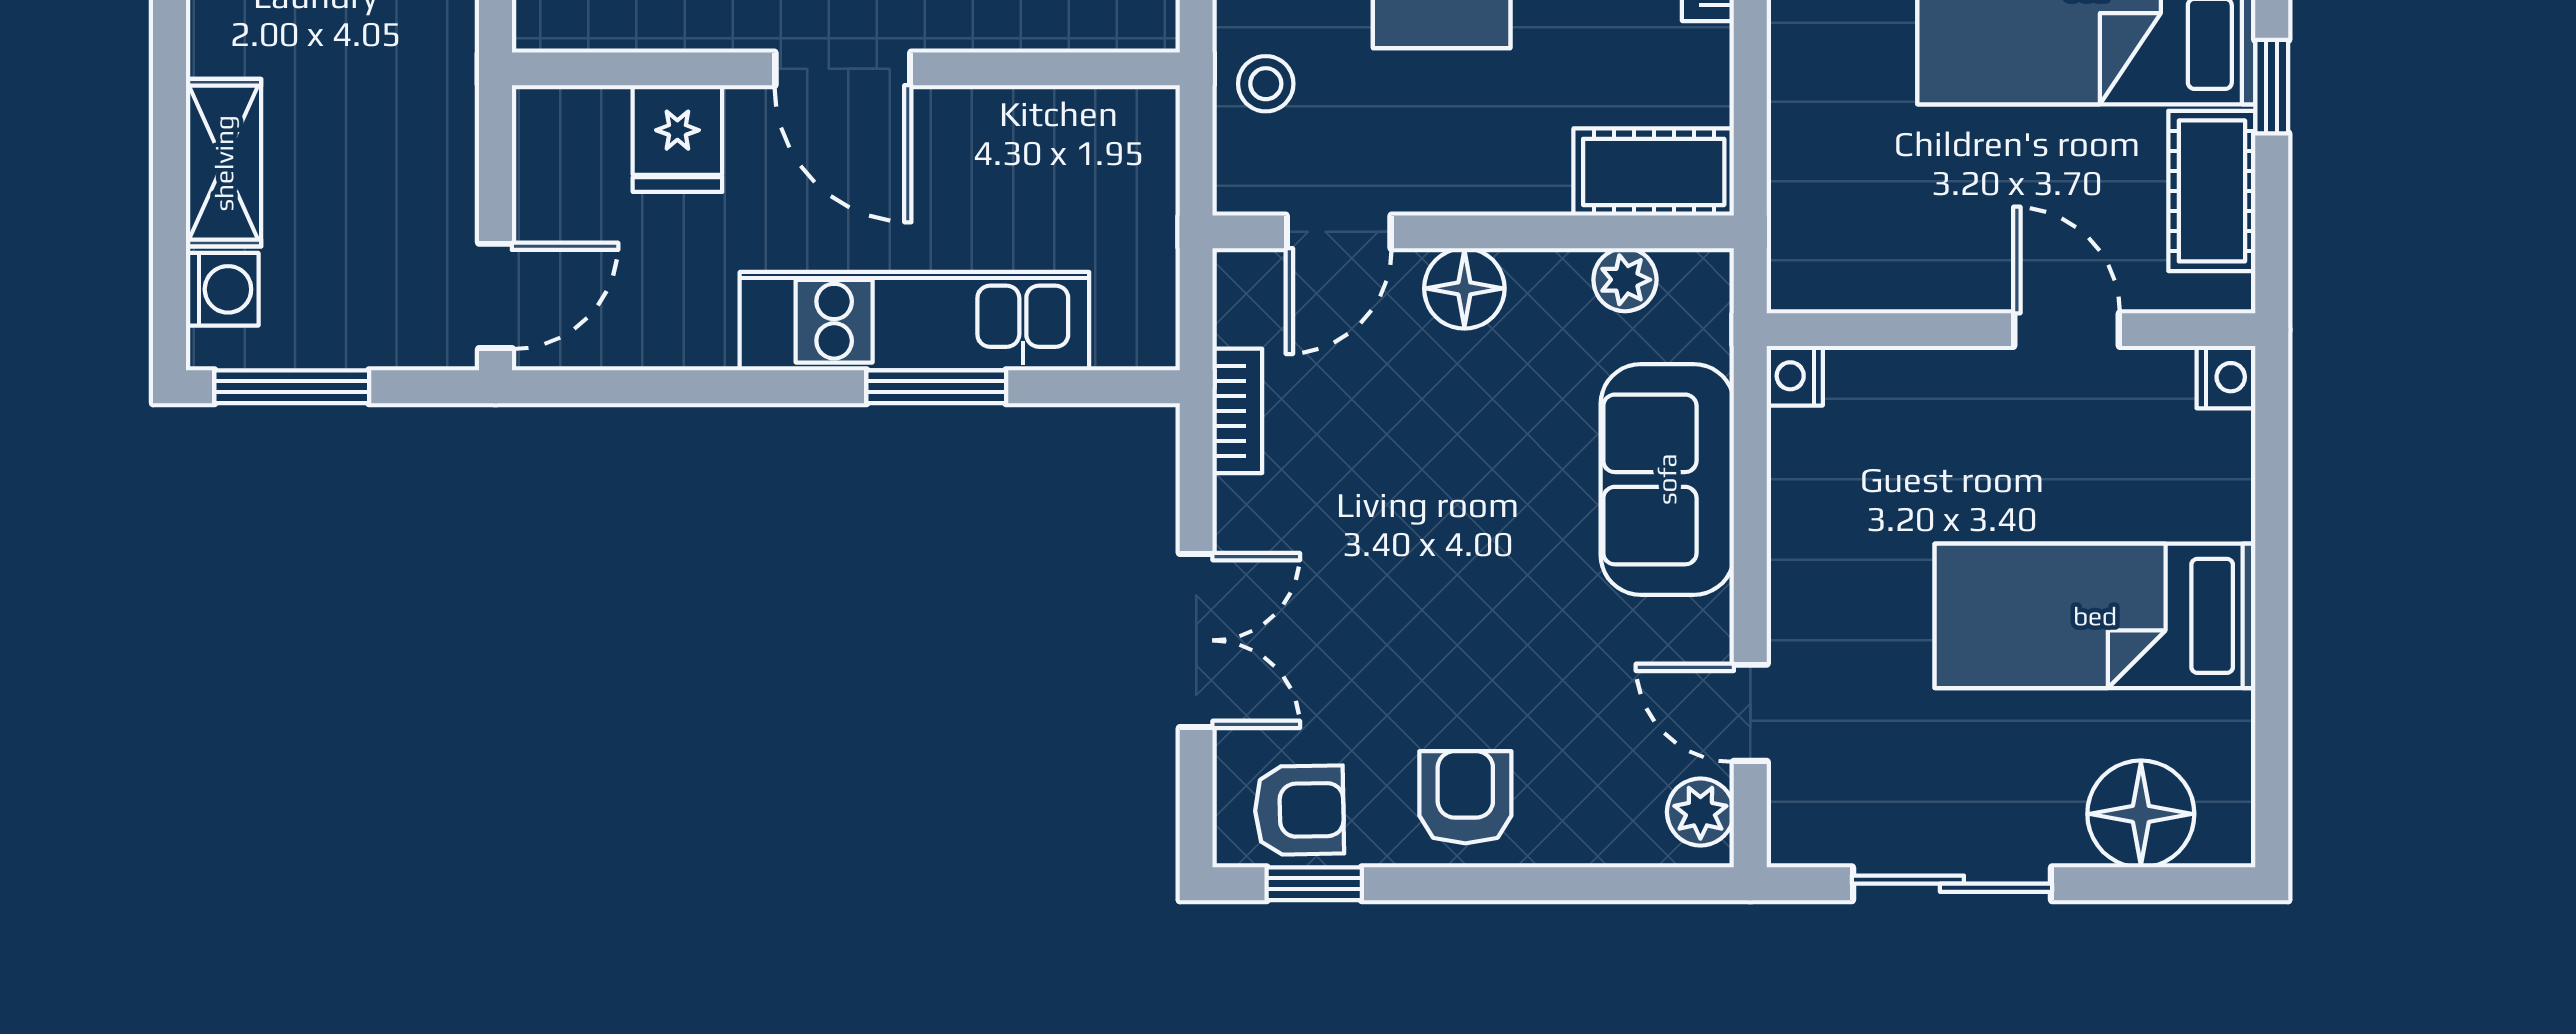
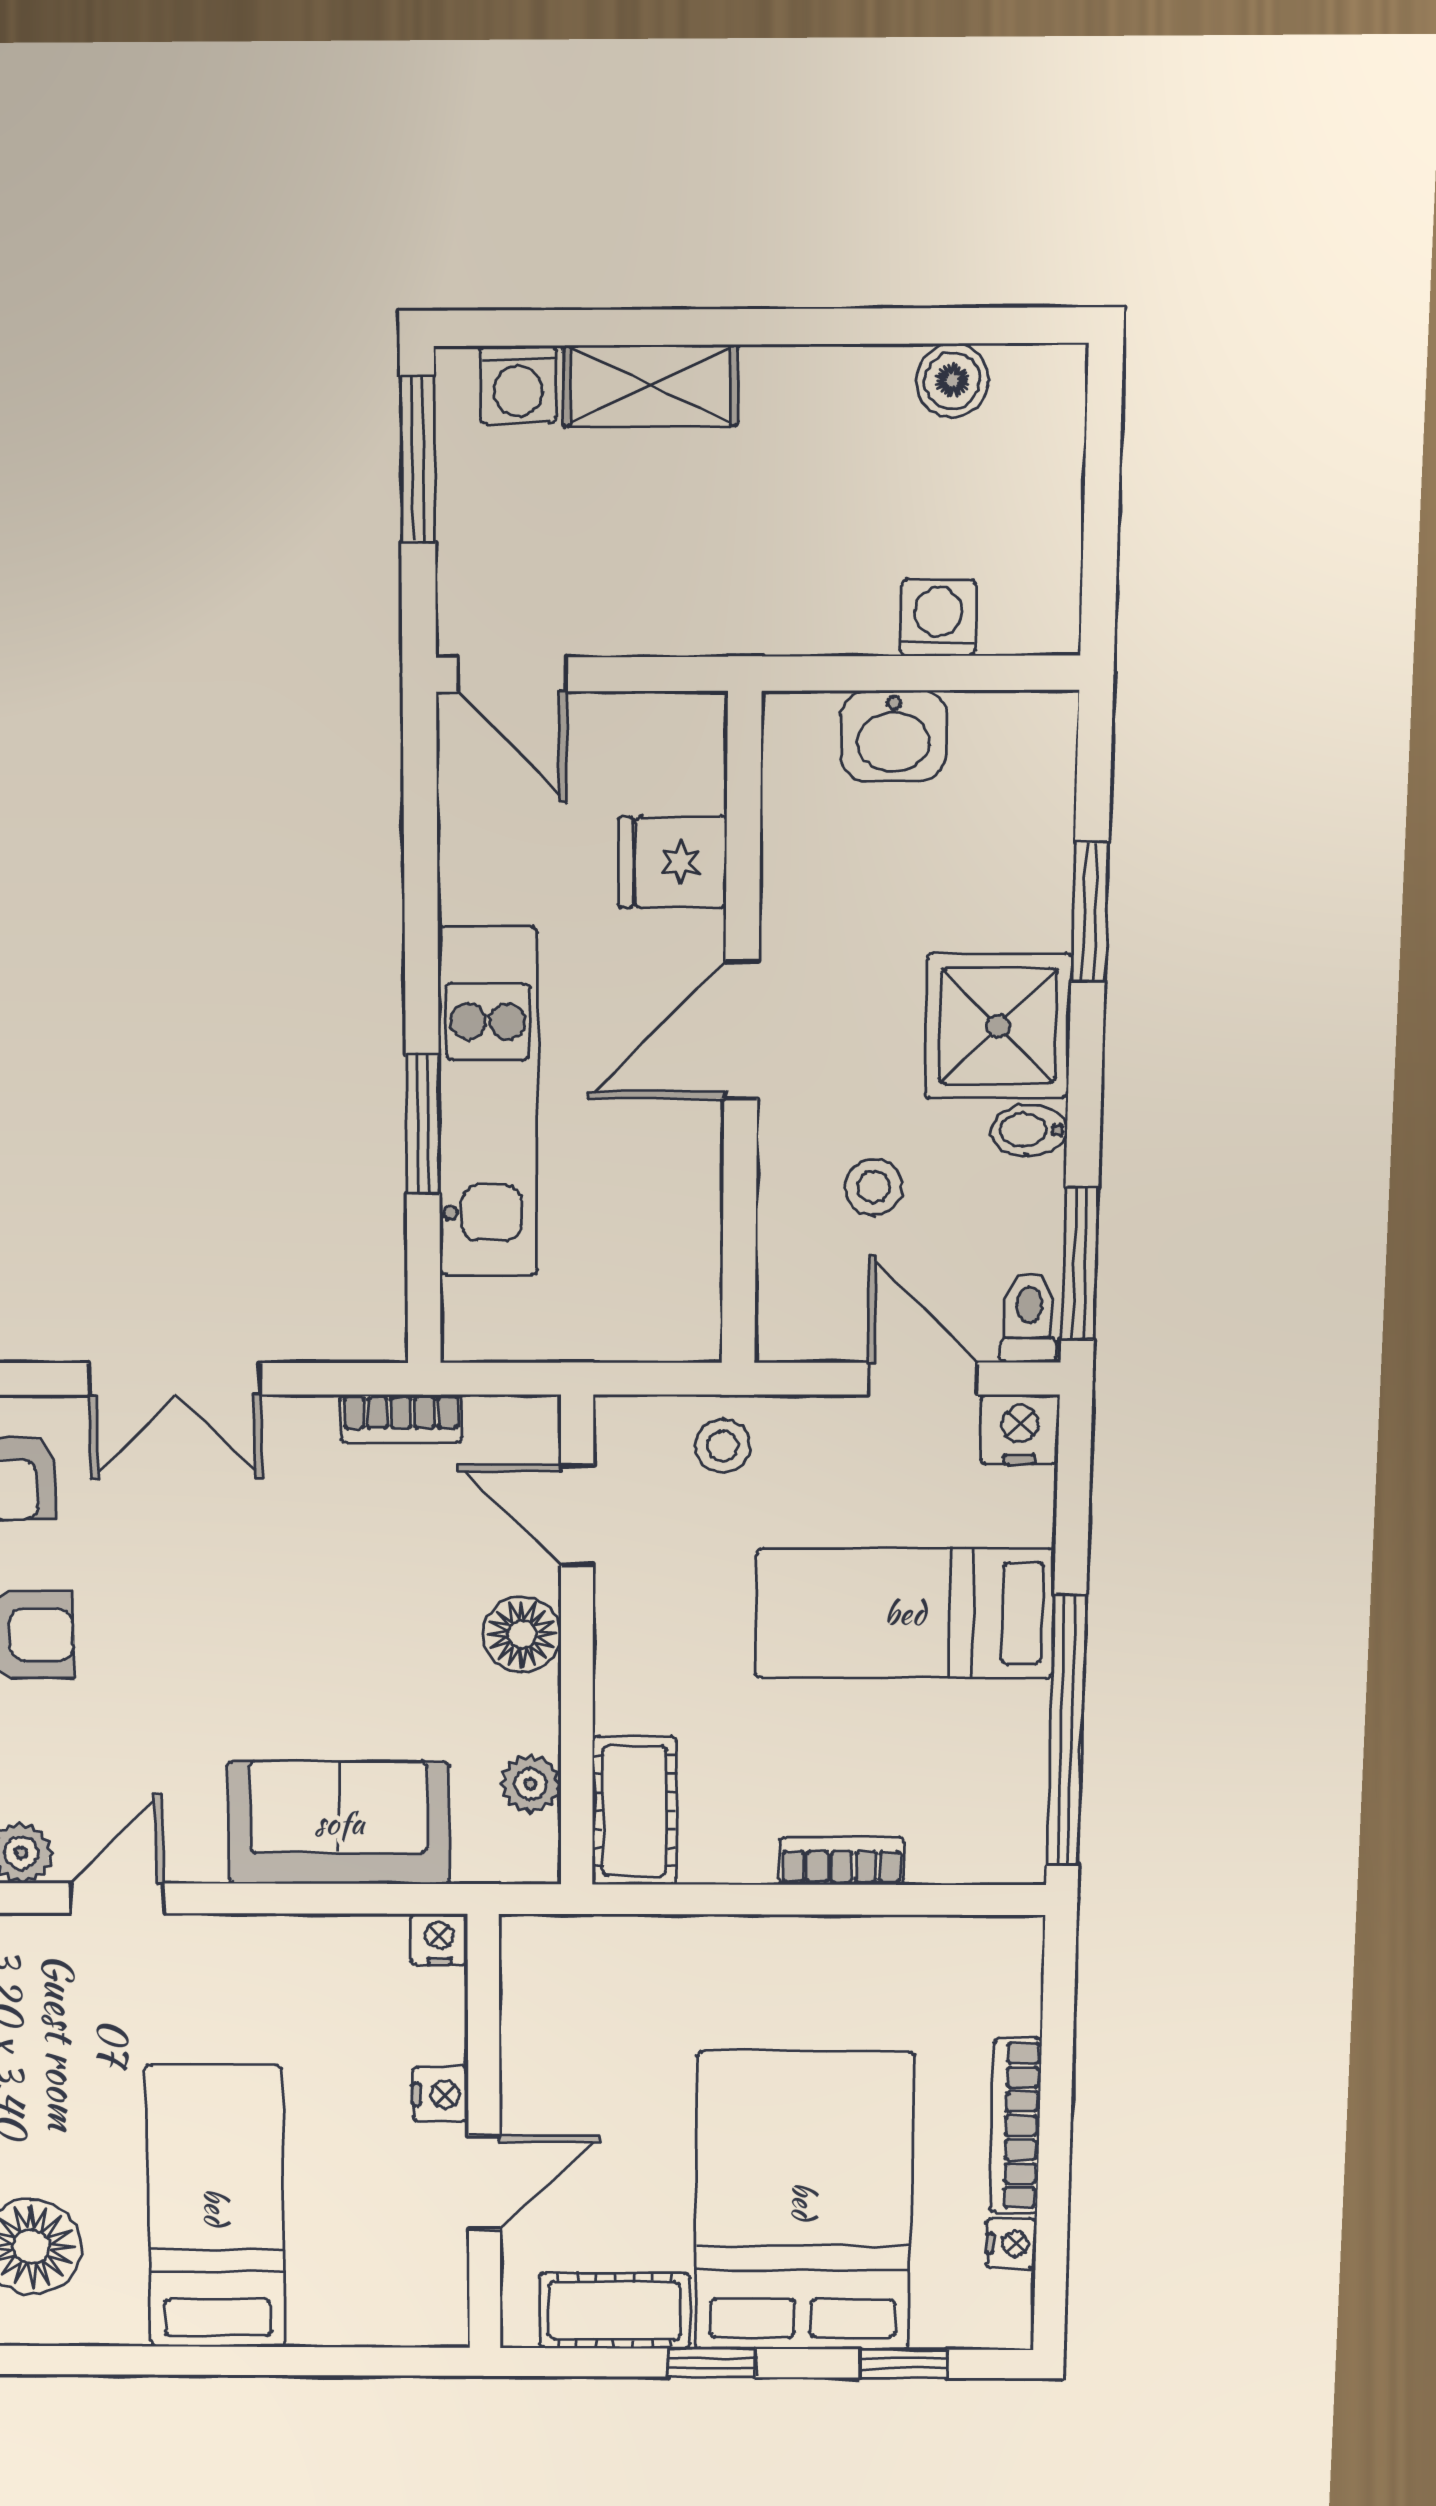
nightstand: (2226, 377) -> (441, 2094), moved, turned -90

